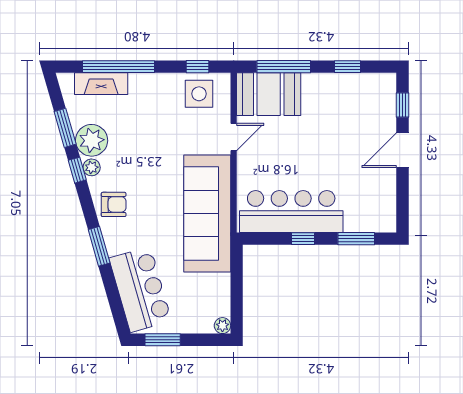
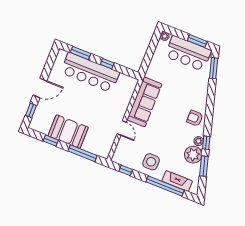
side table: (199, 94) -> (151, 162), moved
booth: (269, 94) -> (68, 132), moved
door: (234, 137) -> (122, 128), swing flipped
bar counter: (291, 211) -> (90, 72), moved
sofa: (207, 214) -> (144, 102), width x0.74, depth x0.79
window: (99, 246) -> (214, 68), moved
bar counter: (140, 289) -> (188, 53), moved, turned -74

